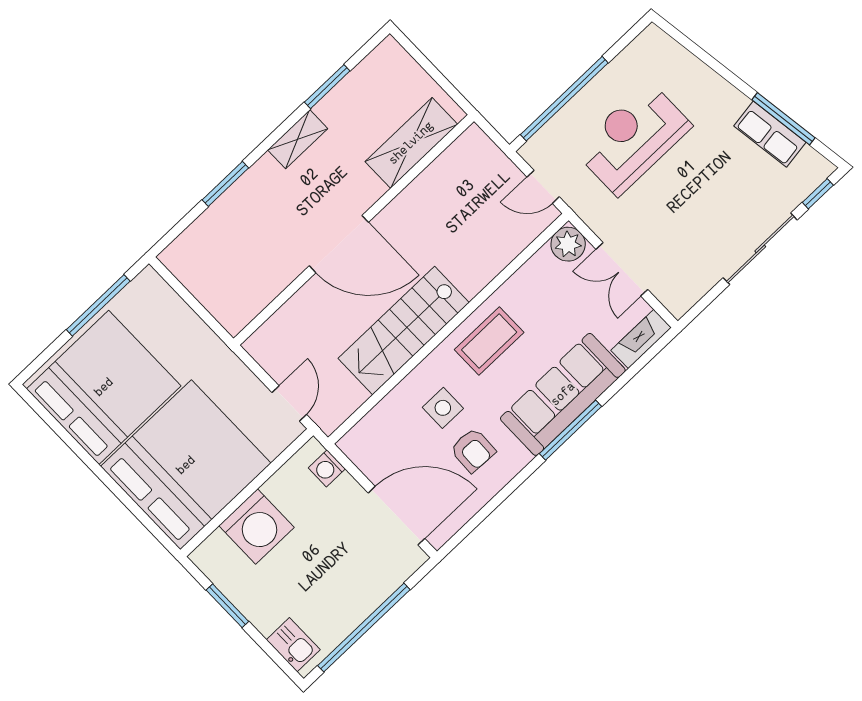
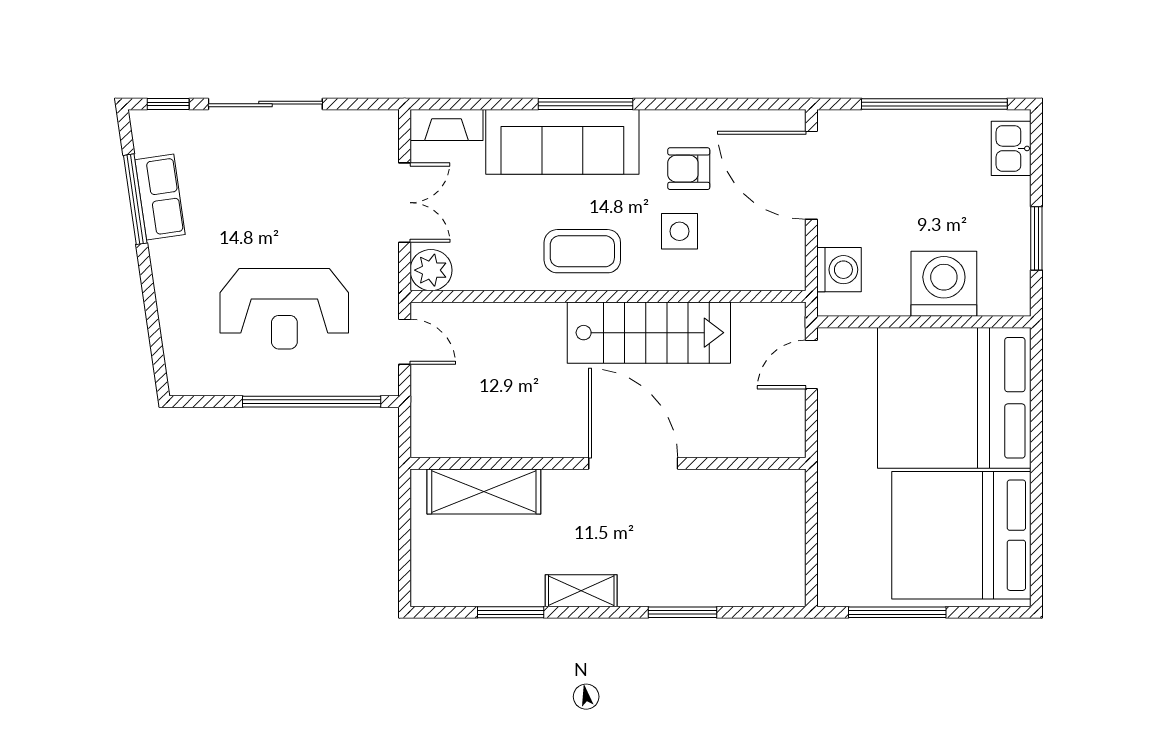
armchair: (473, 450) -> (689, 169), turned -92
washing machine: (327, 468) -> (839, 270), width x1.38, depth x1.38

